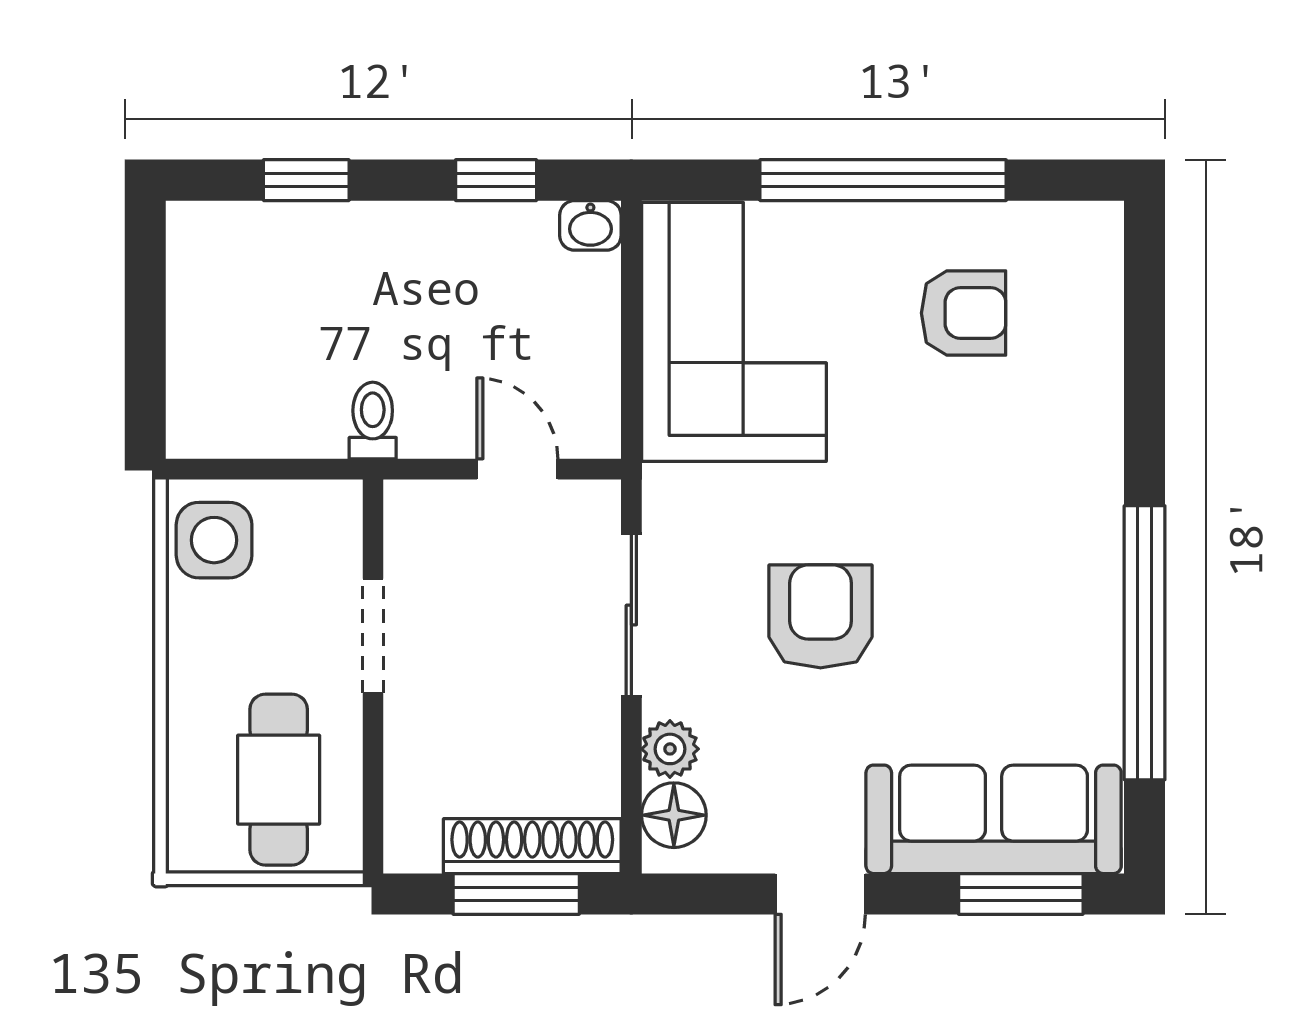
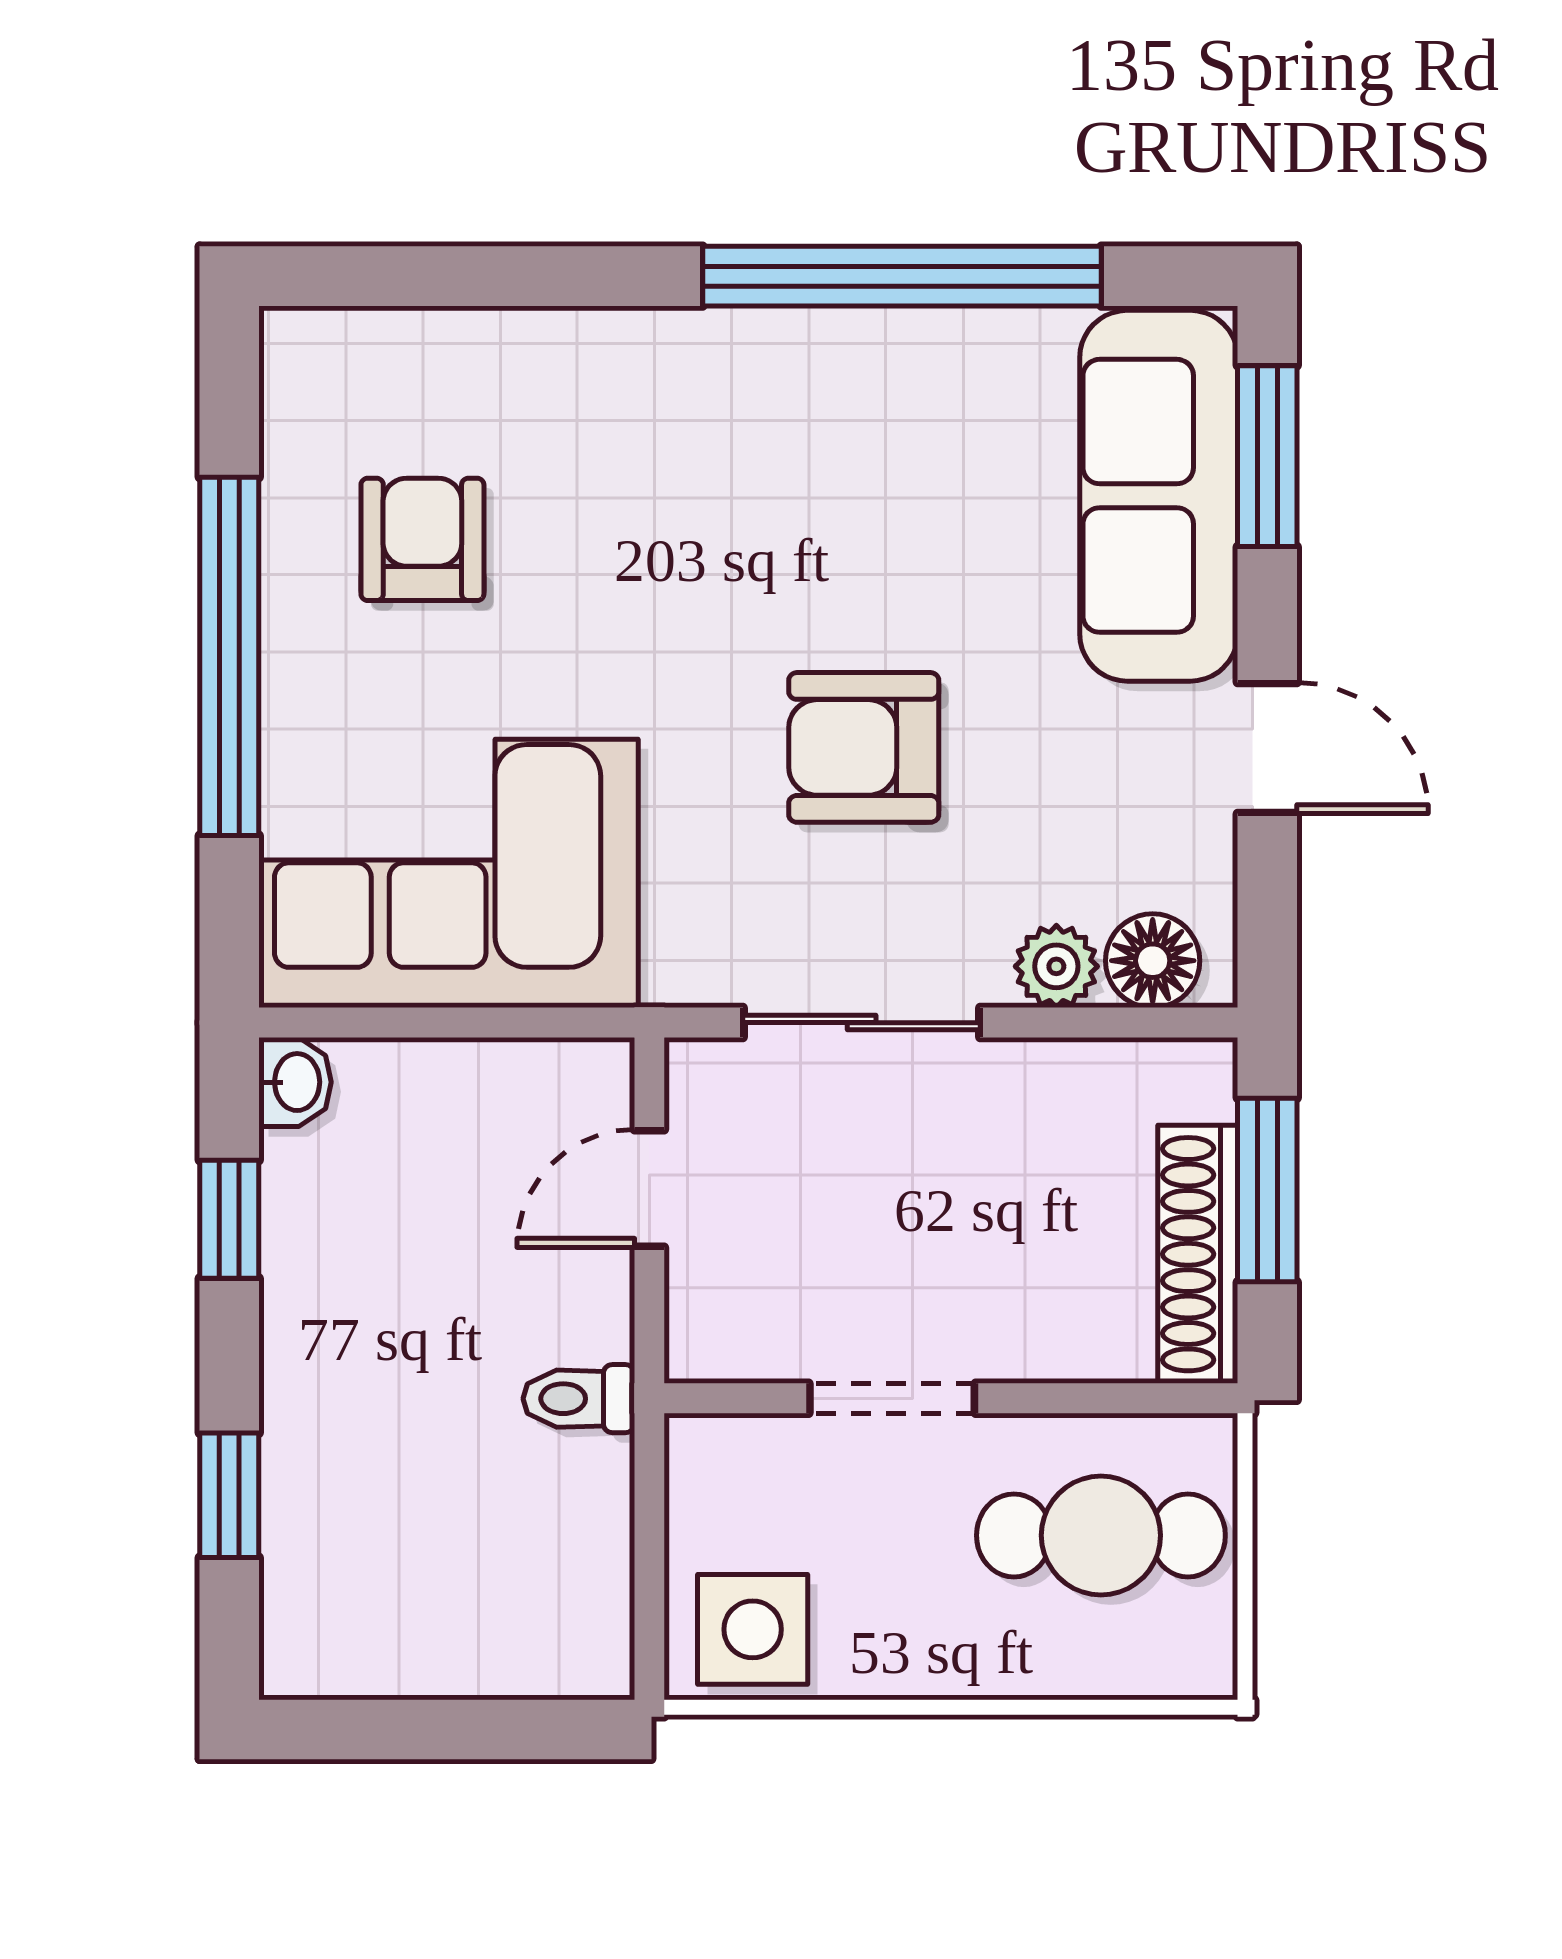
shoe rack: (532, 846) -> (1198, 1254), moved

